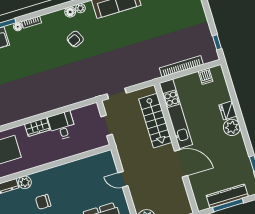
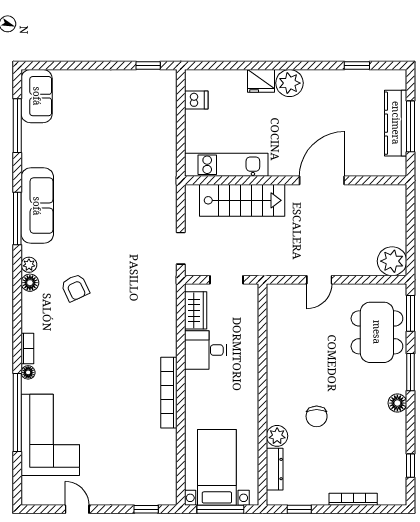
bookcase: (181, 66) -> (169, 393), moved
kitchen unit: (176, 114) -> (226, 165), width x0.73
wardrobe: (37, 127) -> (196, 310), moved

